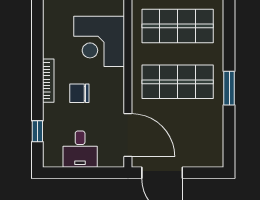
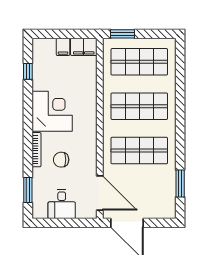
corner desk: (99, 41) -> (52, 111), moved, turned 180
window: (229, 88) -> (180, 183), moved
window: (37, 131) -> (28, 190), width x1.50

